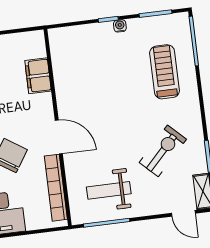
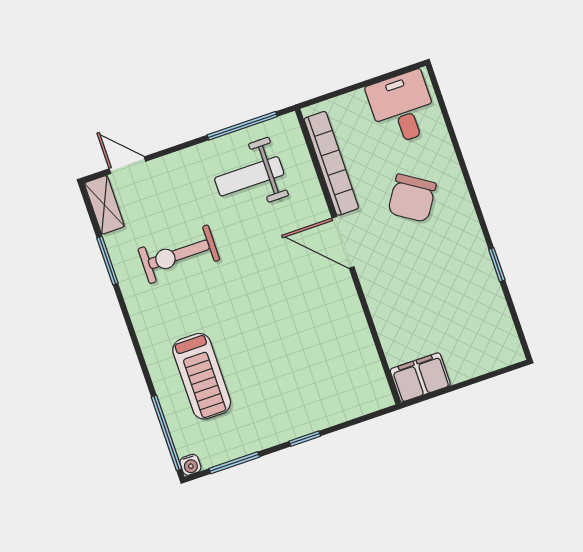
water cooler: (120, 26) -> (190, 465), moved
filing cabinet: (38, 76) -> (420, 377), moved, turned -90
exercise bike: (163, 151) -> (179, 254), turned 46
weight bench: (109, 190) -> (249, 176), turned 180

